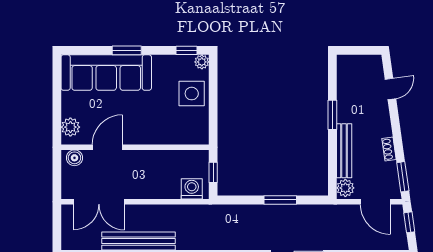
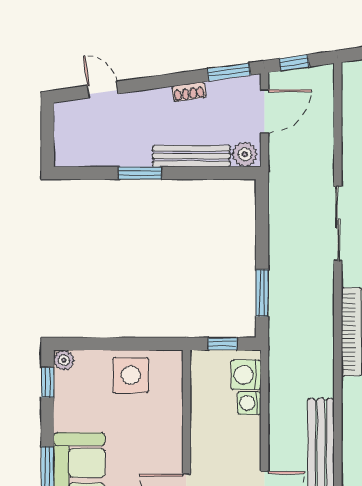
side table: (192, 94) -> (131, 375), moved
washing machine: (172, 191) -> (249, 403), added
window: (280, 200) -> (262, 293), moved

